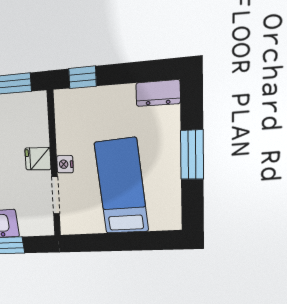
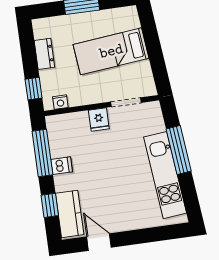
dresser: (158, 93) -> (44, 54), moved
nightstand: (65, 164) -> (60, 102), moved

